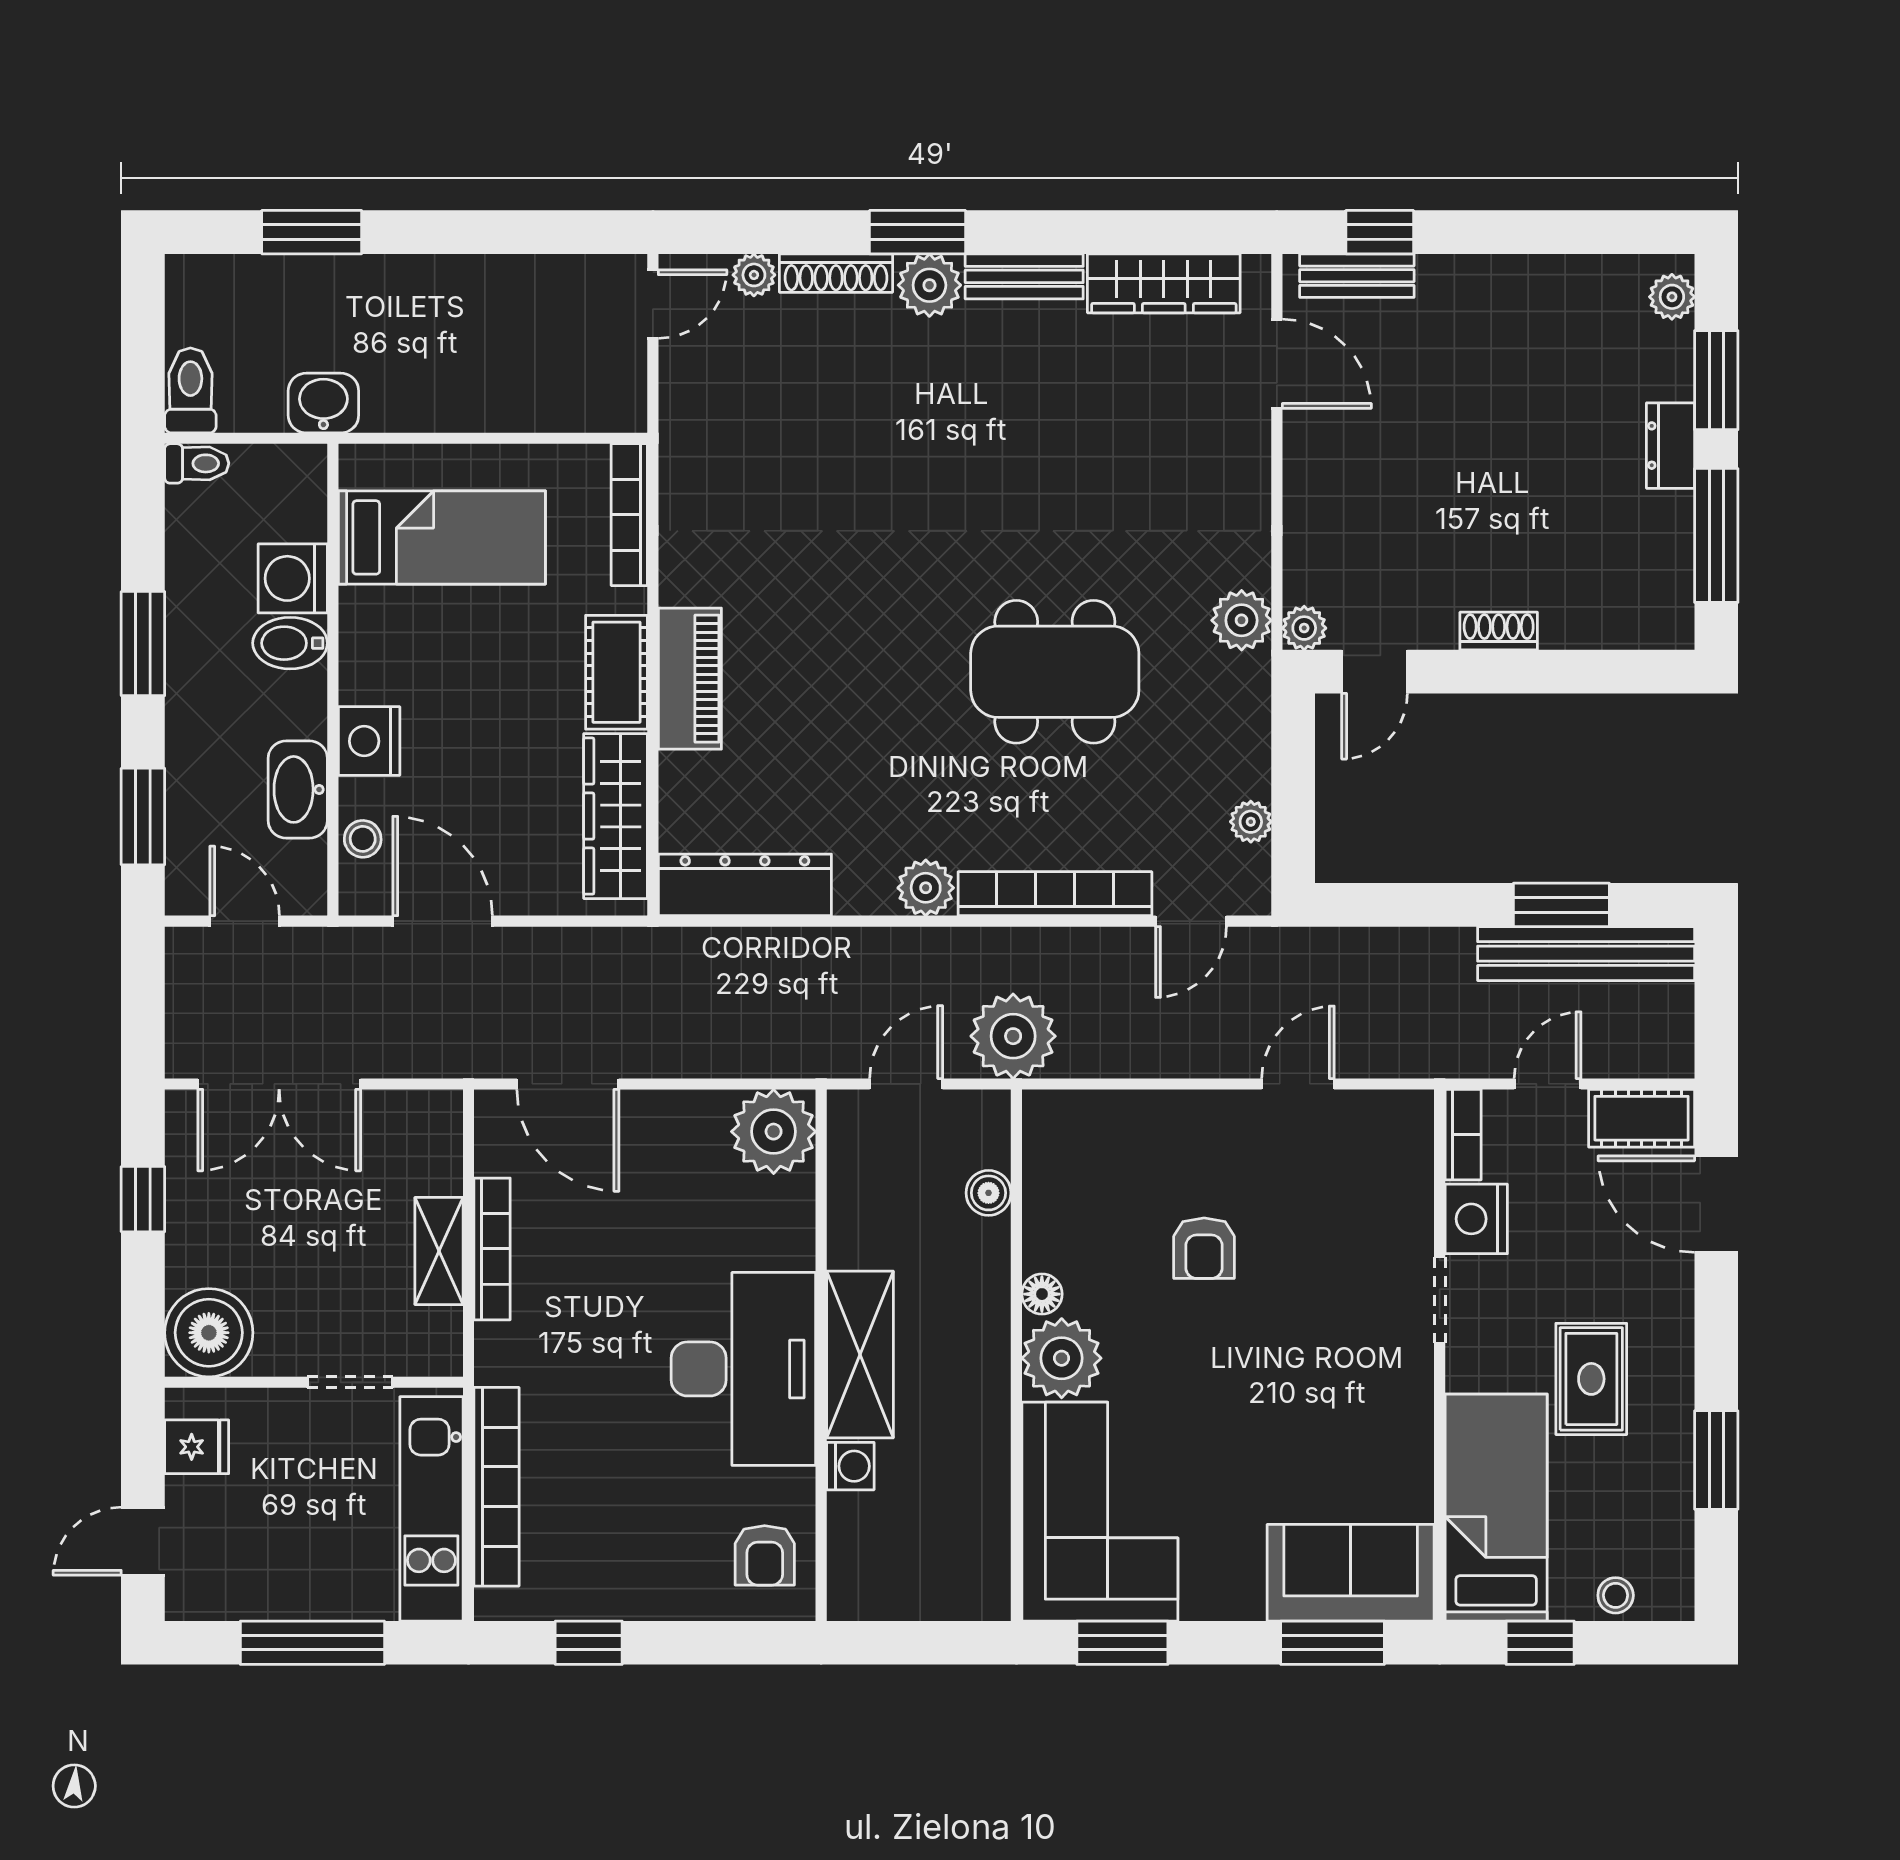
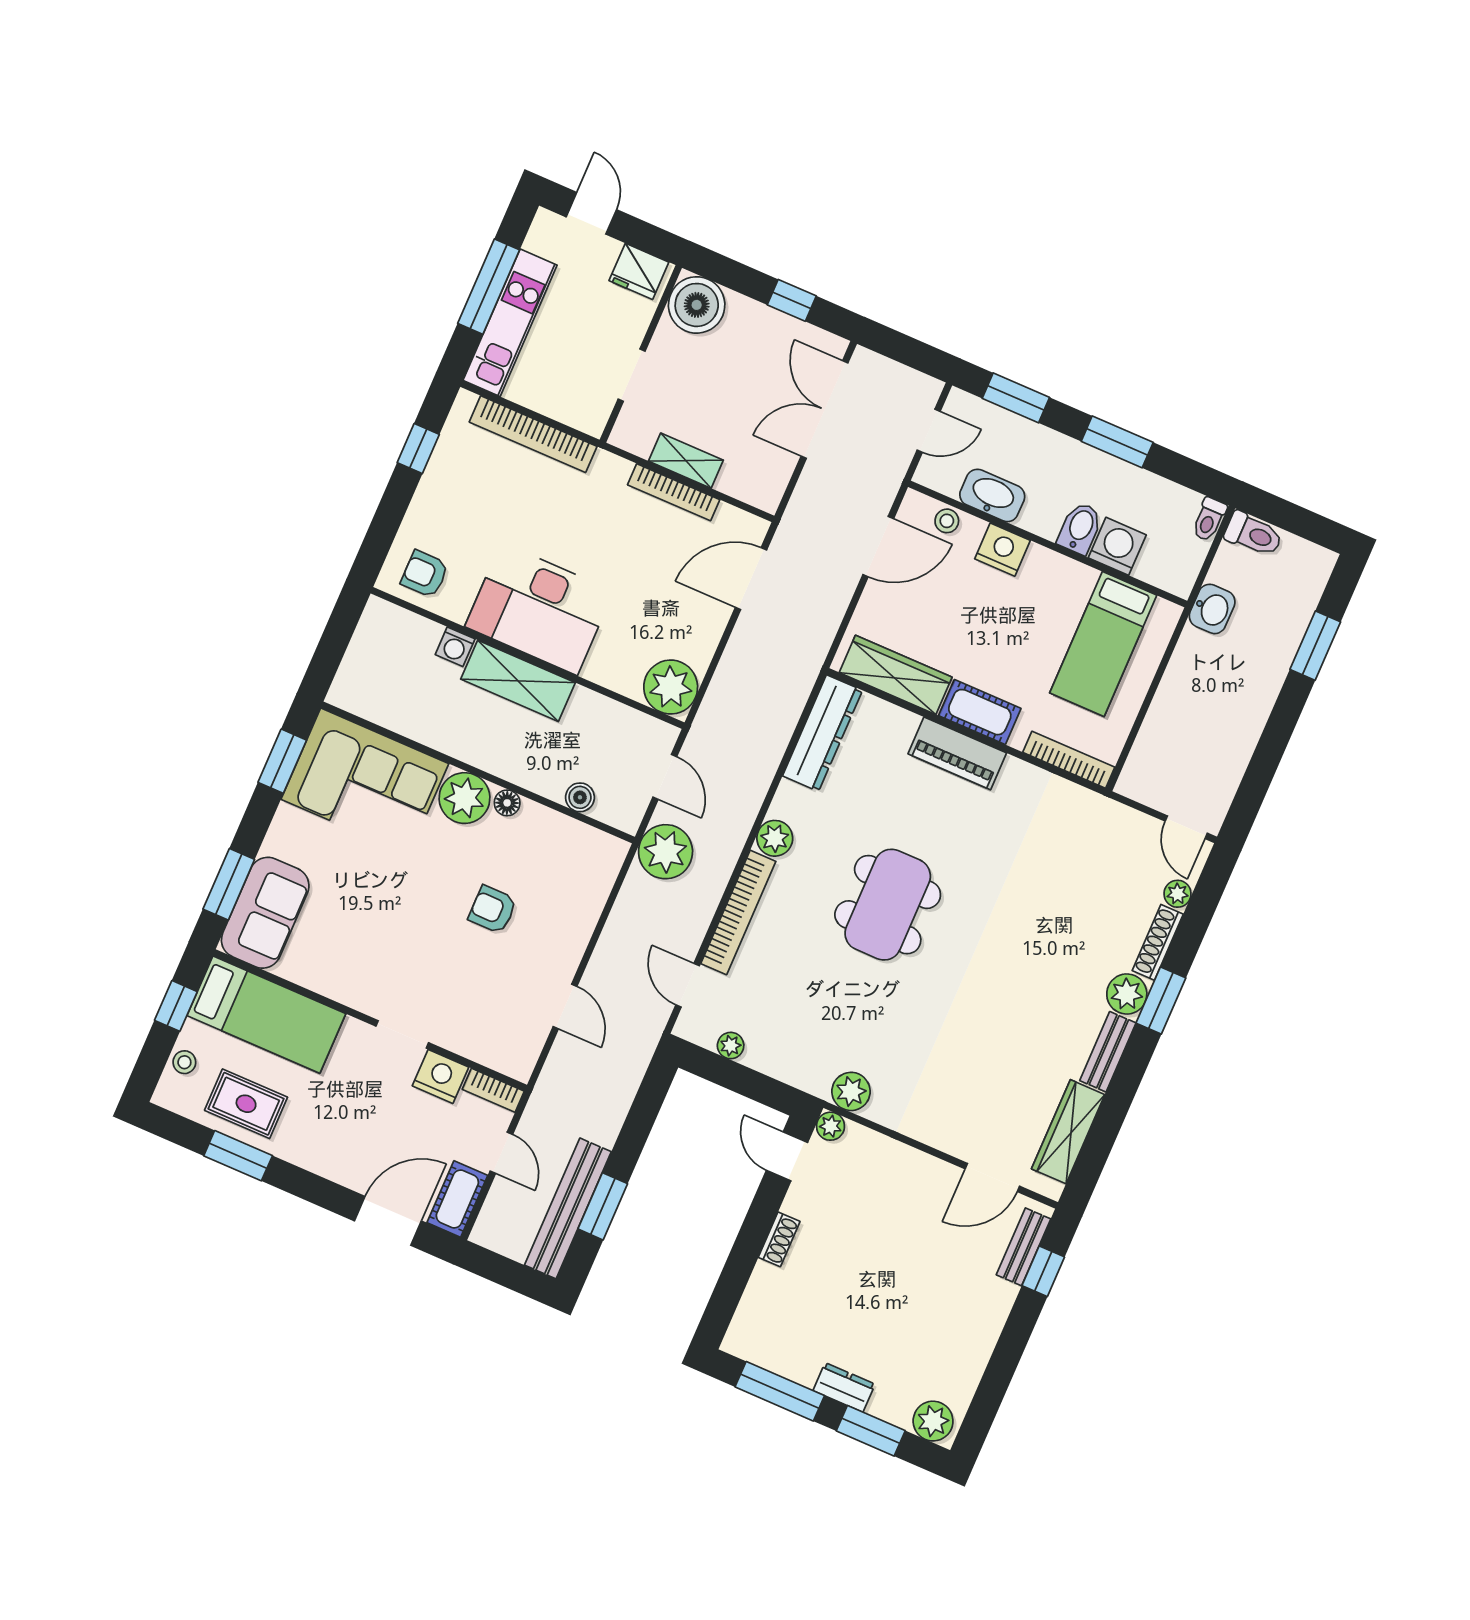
plant: (1672, 297) -> (933, 1421), width x1.38, depth x1.38
dining table: (1055, 672) -> (888, 905), moved
rug: (1591, 1379) -> (246, 1104), moved
fridge: (197, 1447) -> (639, 271), width x1.38
kitchen unit: (431, 1509) -> (510, 323), moved, turned 90

